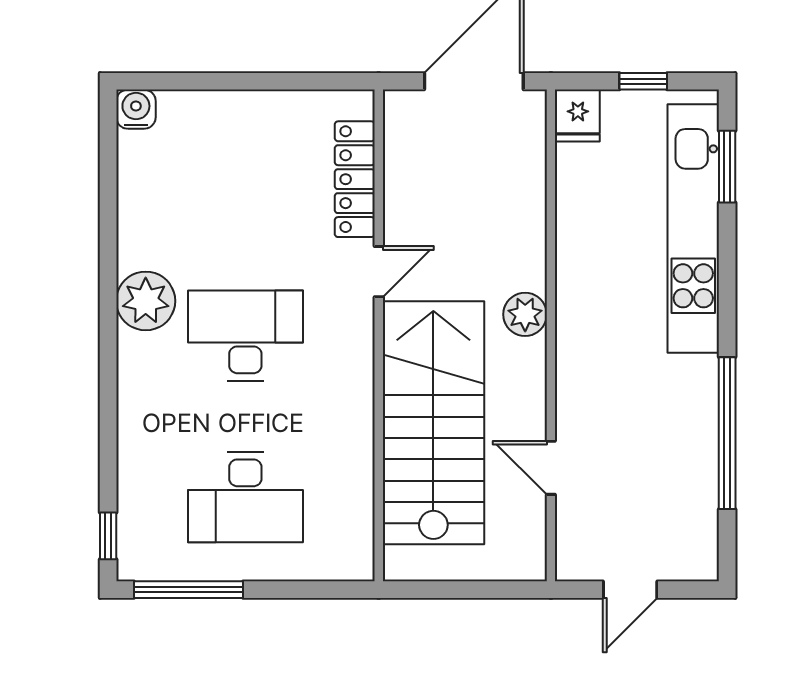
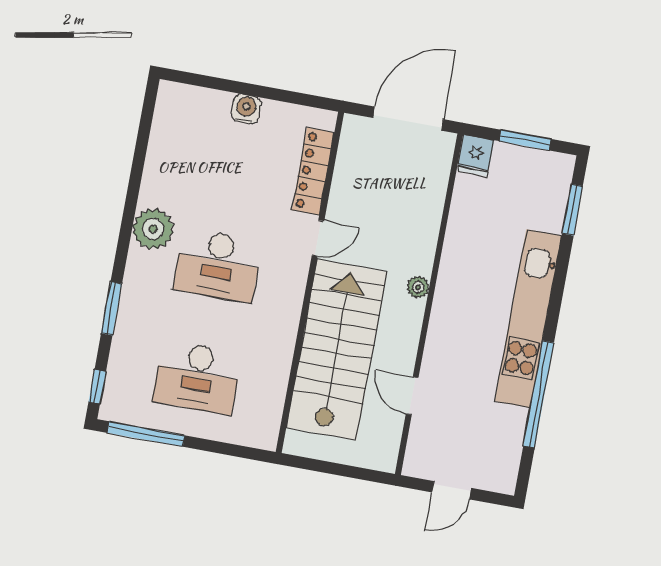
window: (643, 81) -> (525, 140), width x1.50
water cooler: (136, 109) -> (246, 109), moved
kitchen unit: (693, 229) -> (528, 318), moved
plant: (525, 314) -> (418, 287), width x0.73, depth x0.73
desk: (245, 335) -> (218, 265), turned 180
window: (108, 423) -> (112, 309), added

